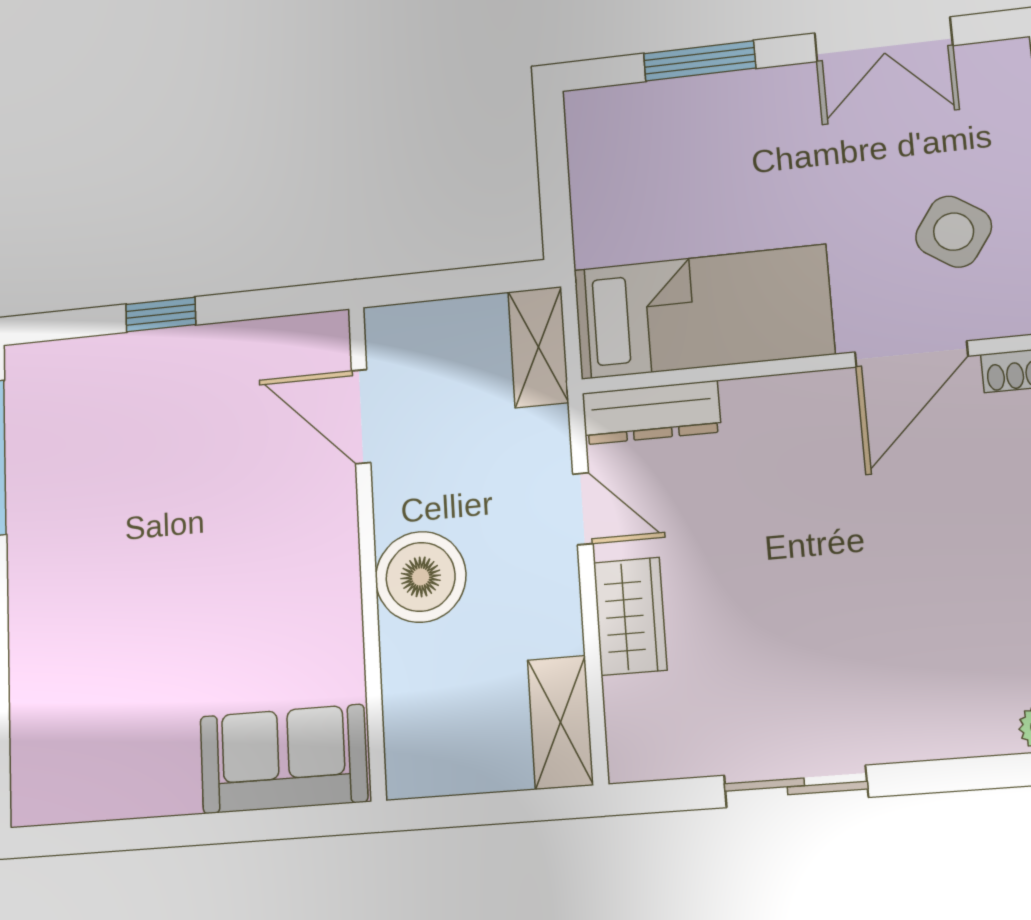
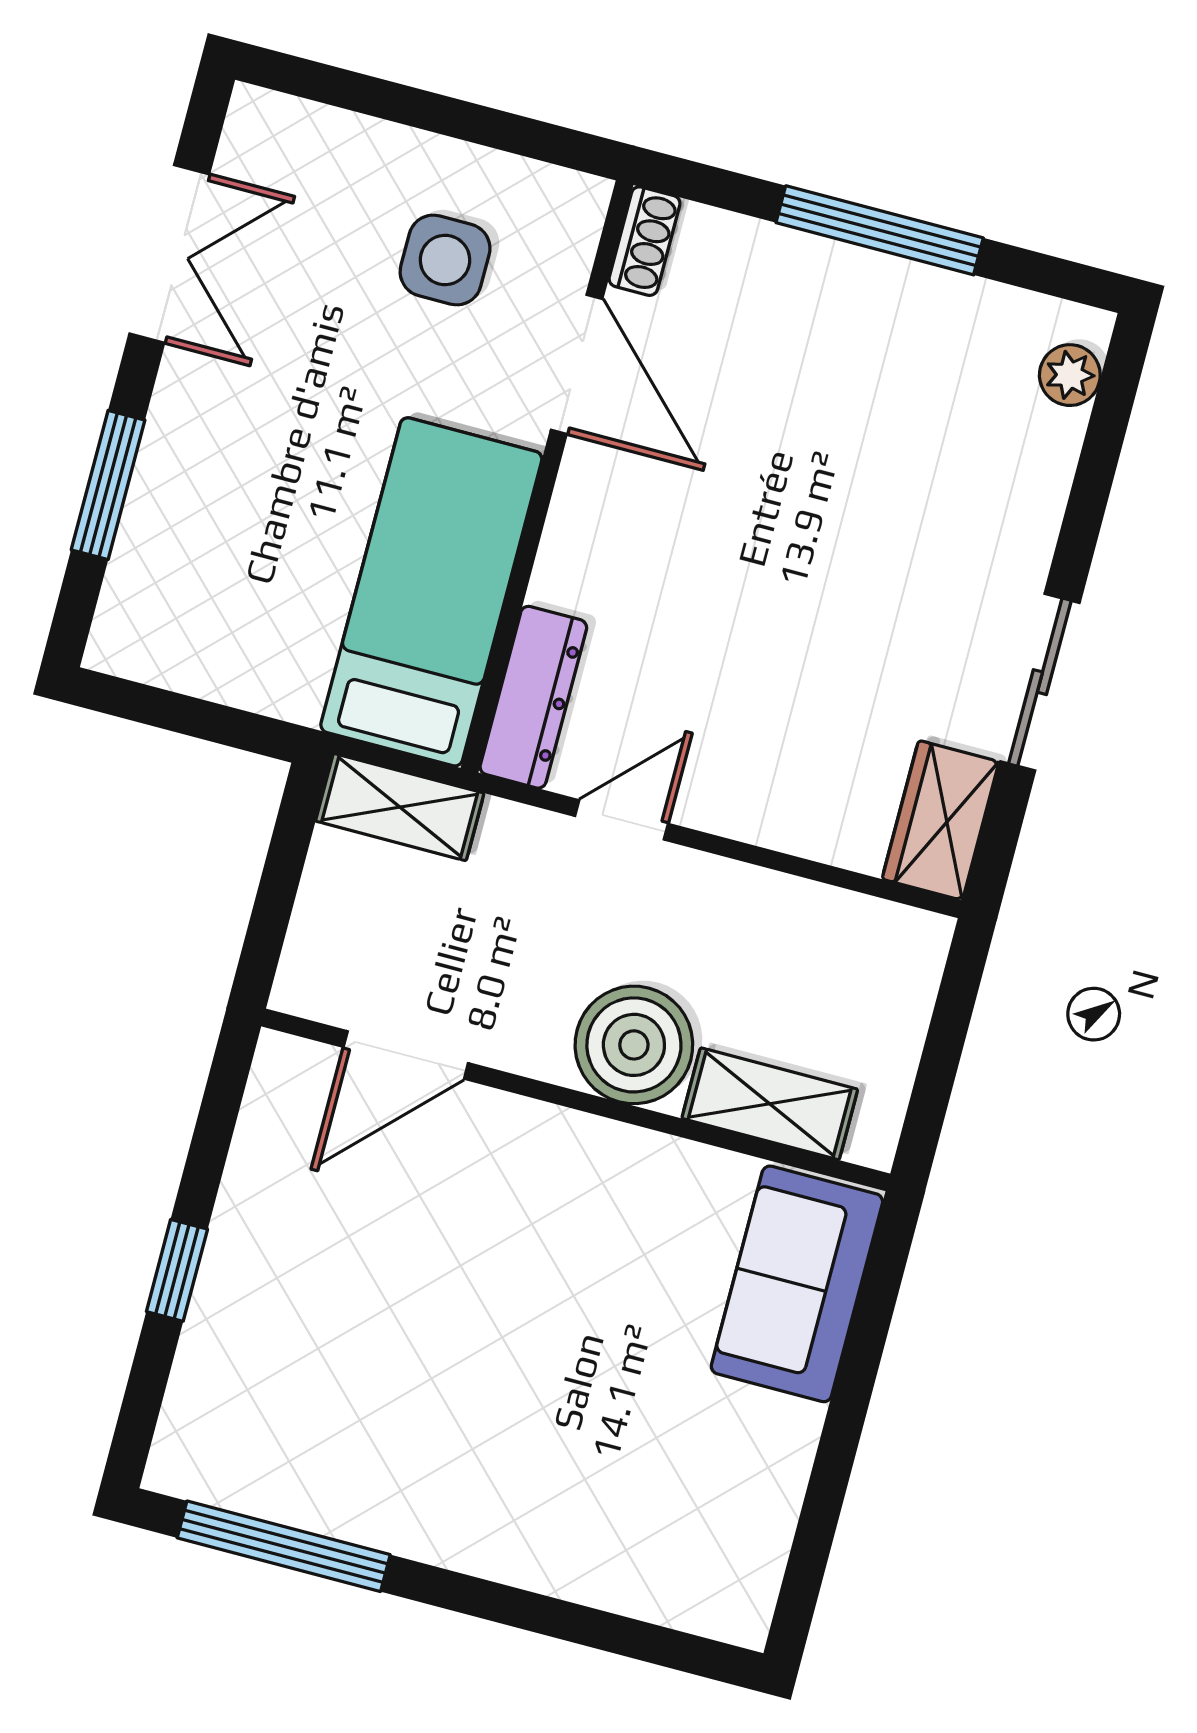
side table: (954, 232) -> (445, 260), turned -34
wardrobe: (630, 616) -> (941, 820), moved, turned -90
shelving: (560, 722) -> (770, 1104), moved

